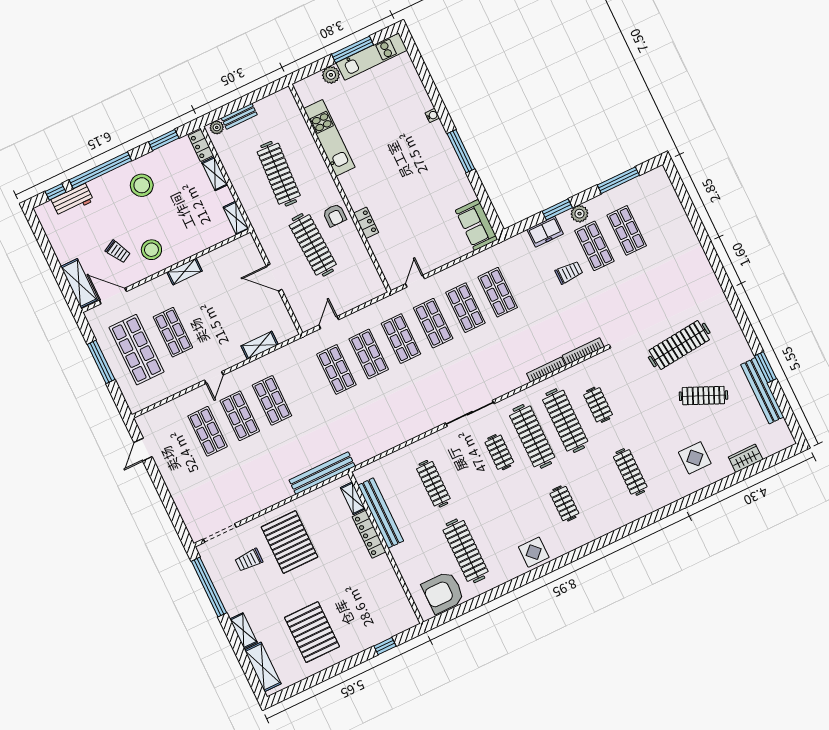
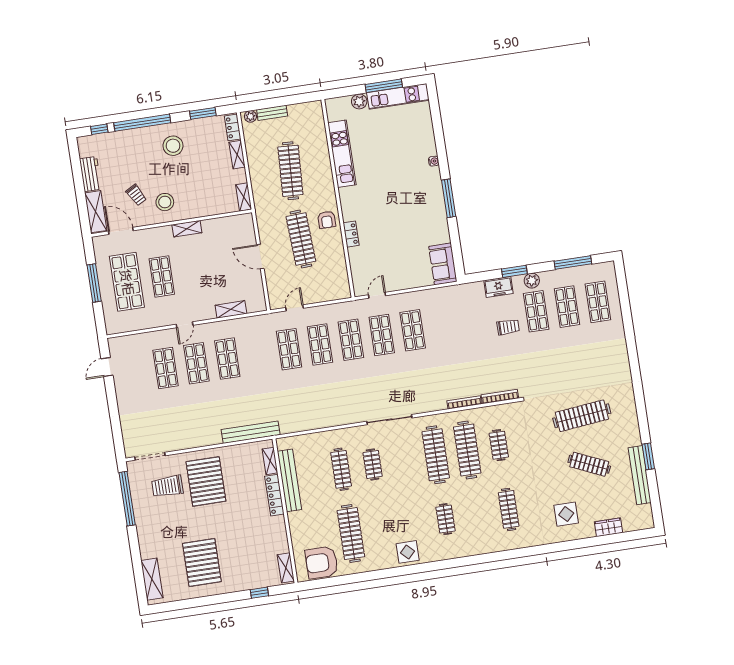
workbench: (72, 200) -> (90, 174), moved, turned -90
shop shelf: (498, 292) -> (598, 302), moved
clothes rail: (499, 452) -> (373, 464), moved
trolley: (249, 560) -> (167, 486), width x1.36, depth x1.39
shelving: (243, 631) -> (286, 568), moved

